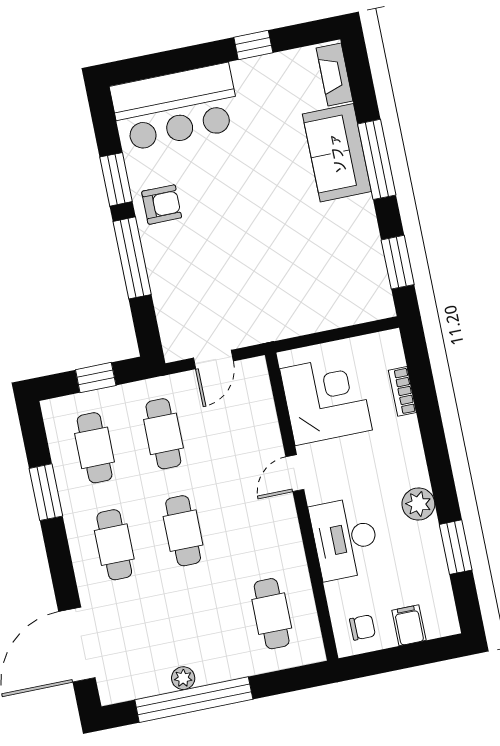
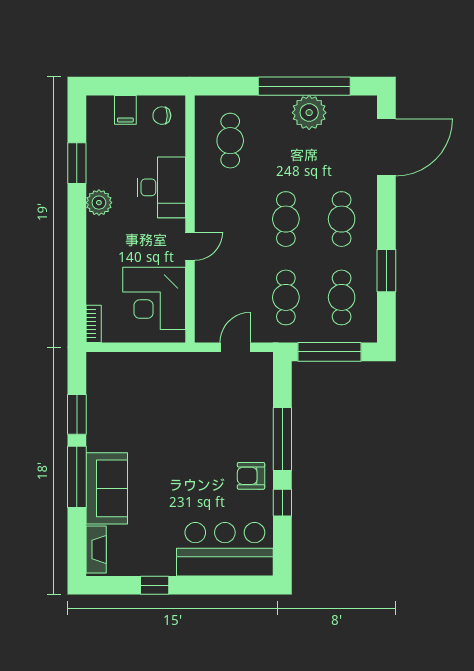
window: (116, 179) -> (282, 503), width x0.67
window: (398, 262) -> (77, 414), moved
window: (96, 378) -> (330, 352), width x2.17
bookcase: (402, 391) -> (94, 324), moved
plant: (183, 678) -> (309, 113), width x1.87, depth x1.87

